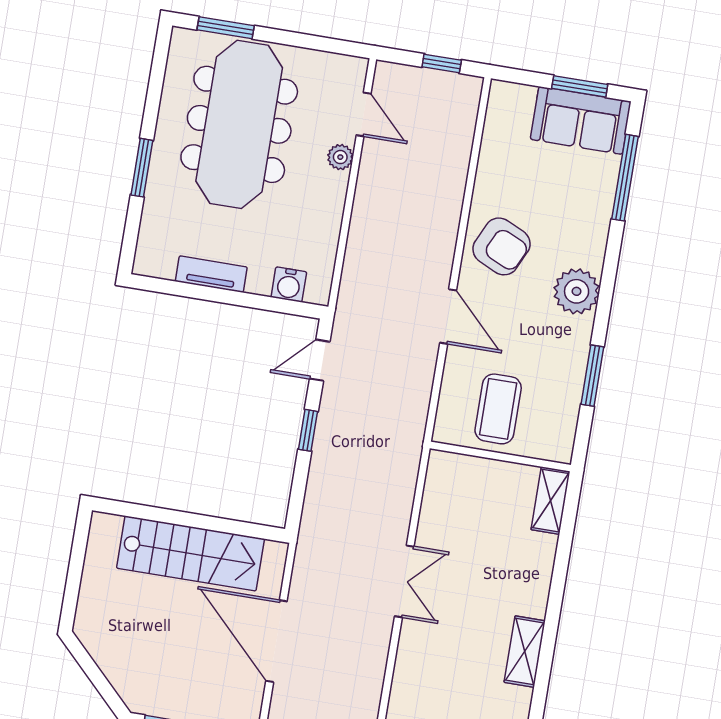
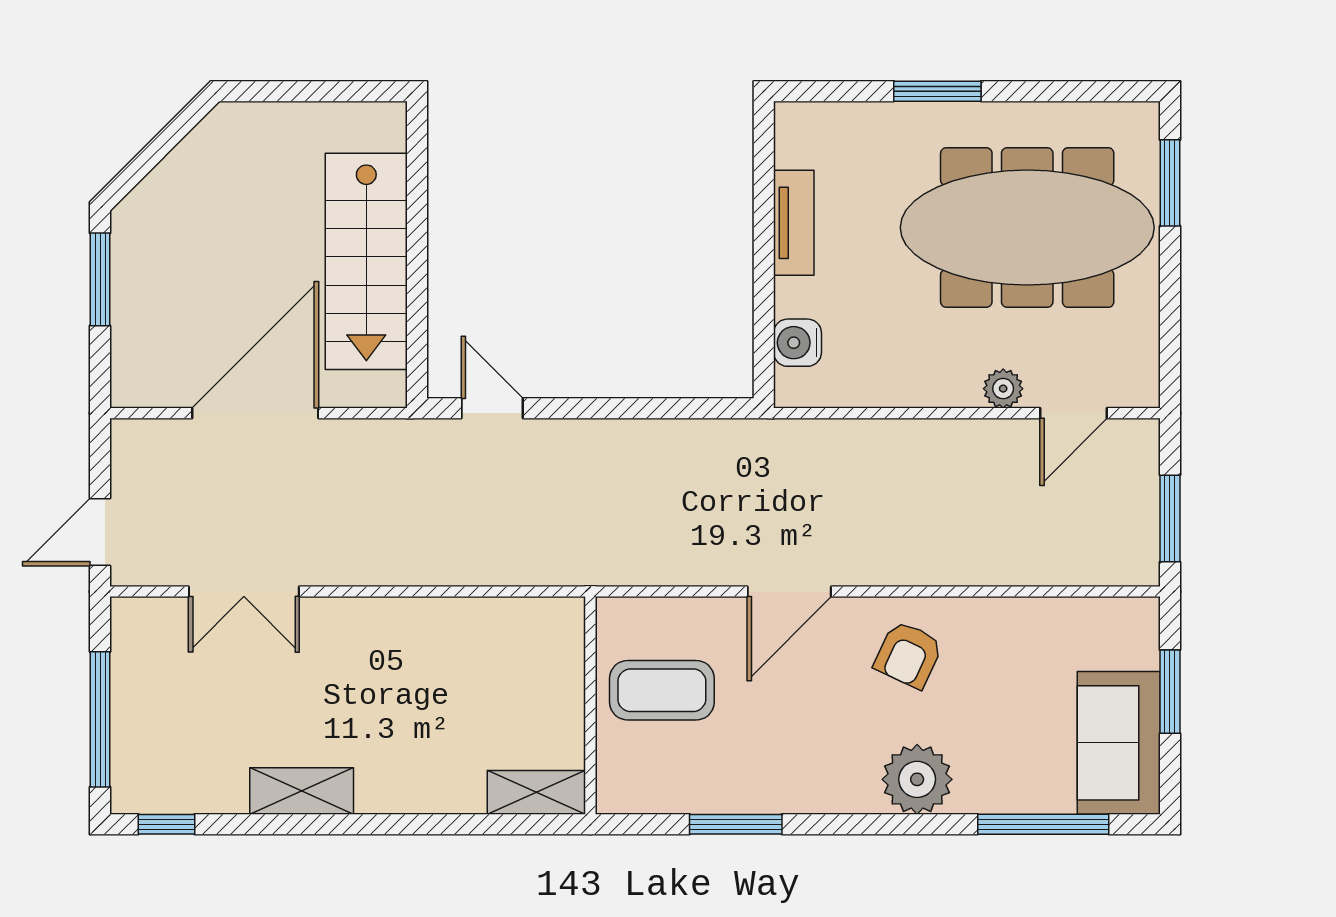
window: (442, 64) -> (1170, 519), width x1.50
window: (580, 86) -> (1170, 692), moved
armchair: (502, 246) -> (908, 655), width x0.72, depth x0.72
plant: (577, 291) -> (917, 779), moved
door: (320, 360) -> (492, 408), moved
window: (308, 430) -> (582, 408), removed
double door: (404, 581) -> (244, 592), moved

